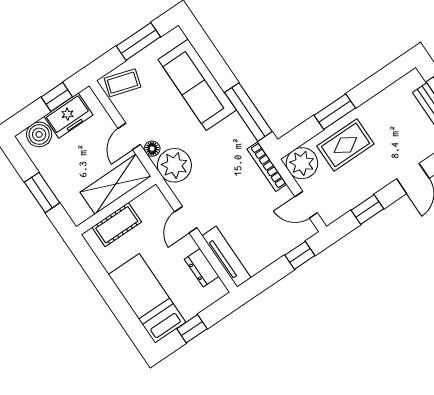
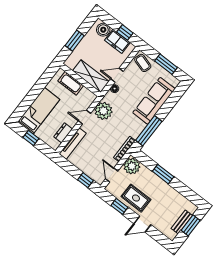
rug: (345, 145) -> (136, 198), moved
plant: (174, 165) -> (103, 111), moved

